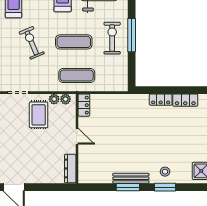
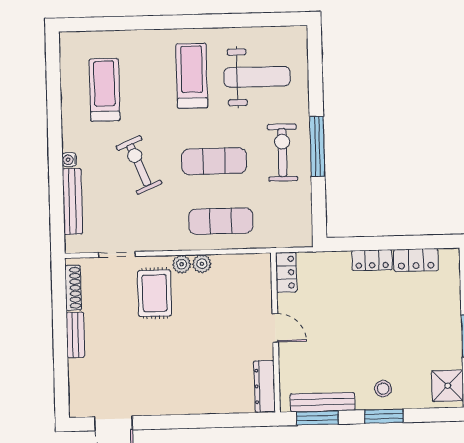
locker: (84, 105) -> (286, 272), moved
door: (77, 136) -> (275, 328), moved
wall: (77, 139) -> (275, 332), moved
dresser: (70, 168) -> (265, 386), moved

